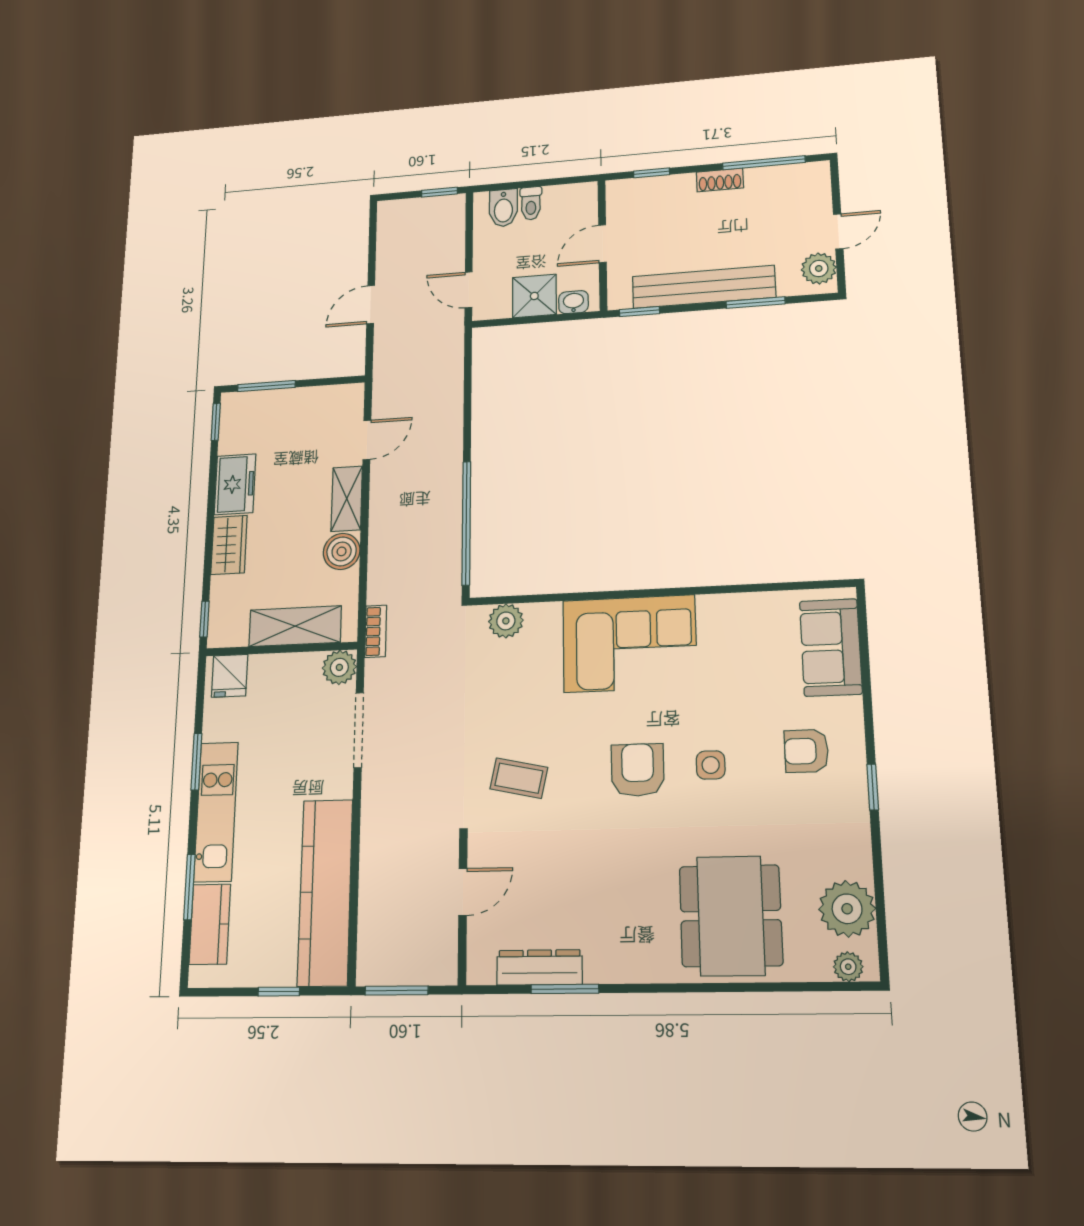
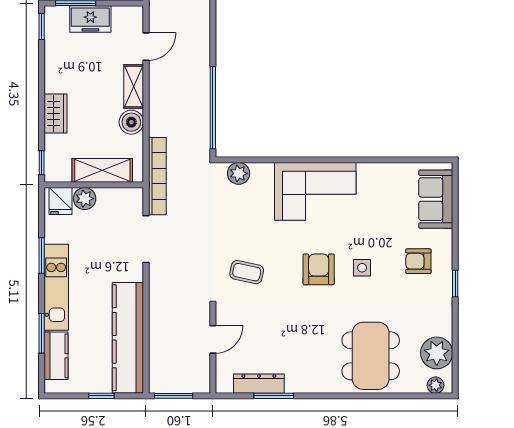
freezer: (235, 484) -> (90, 19), moved, turned 90
bookcase: (376, 631) -> (157, 176), width x2.31, depth x1.31
plant: (339, 667) -> (85, 199), moved

